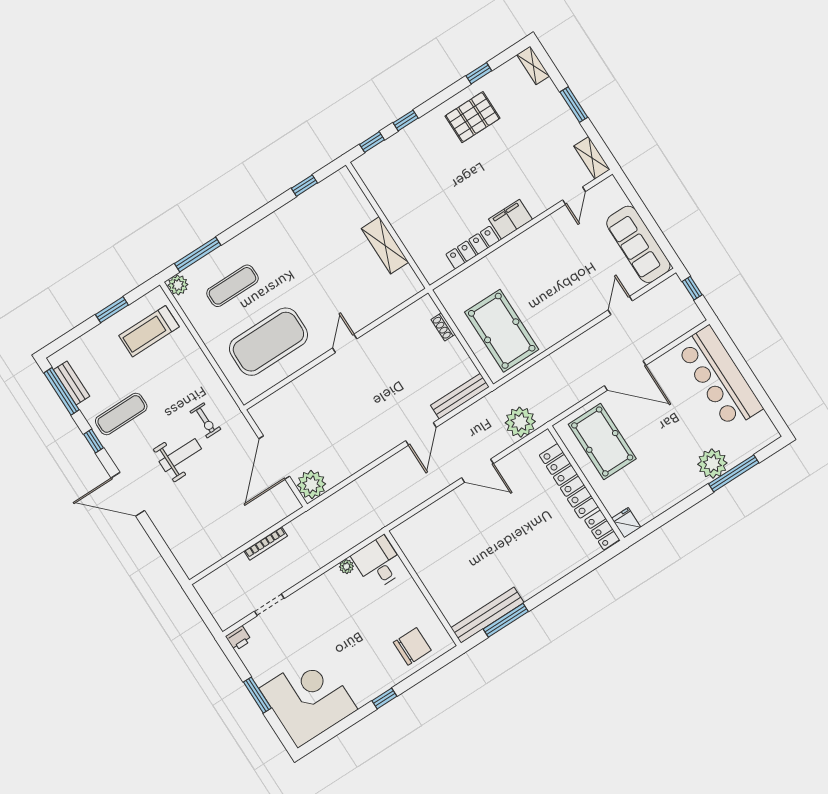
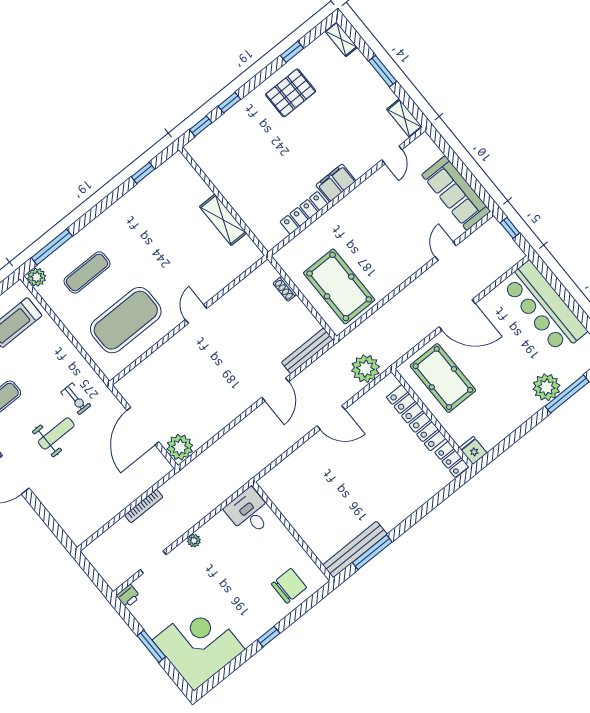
plant: (346, 567) -> (194, 541), moved

